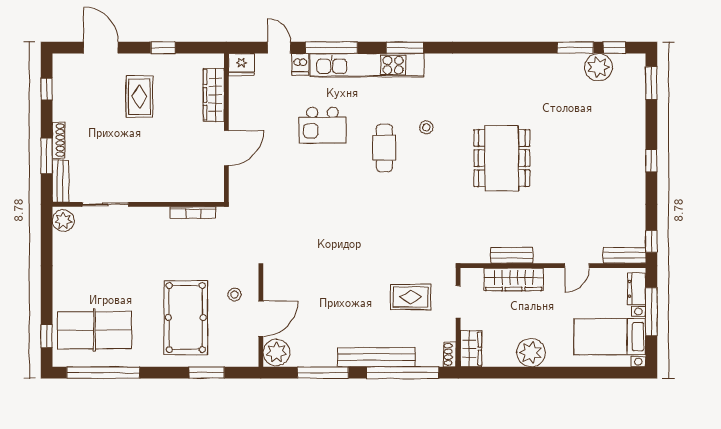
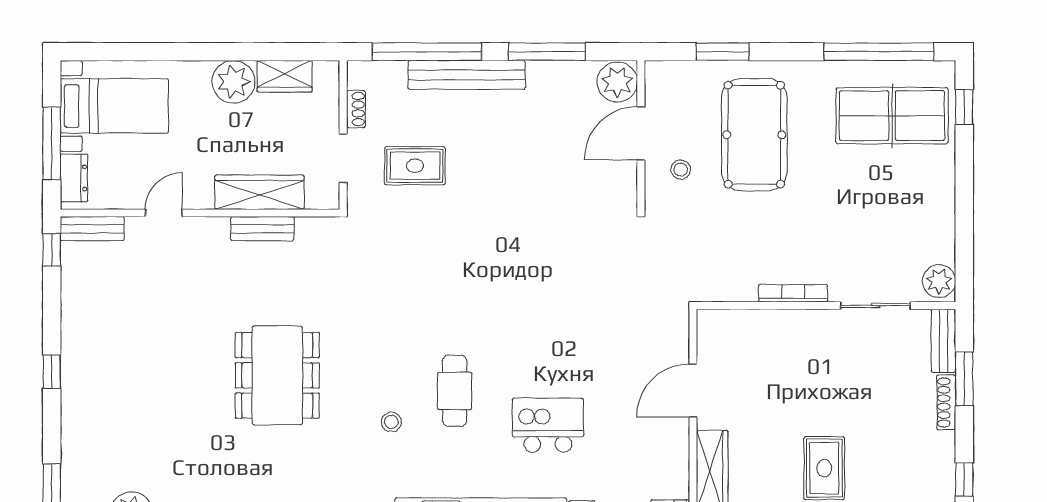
bookcase: (193, 213) -> (793, 293), moved
wardrobe: (471, 349) -> (285, 76), moved, turned -90
shoe rack: (450, 354) -> (356, 109), moved

